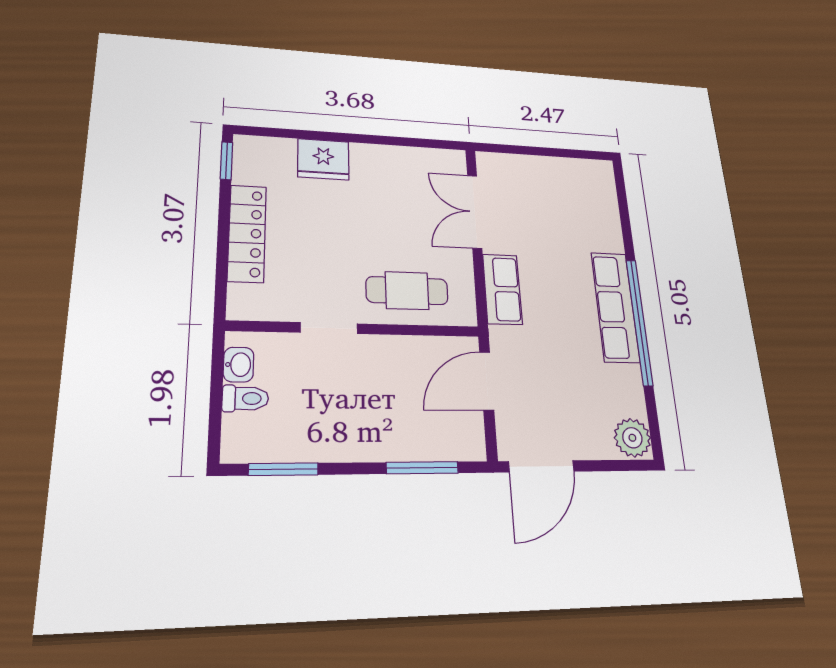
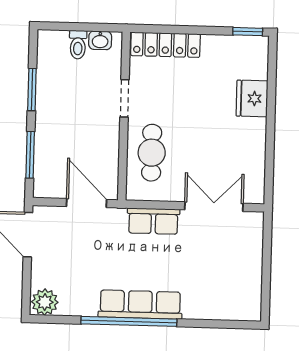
locker: (247, 233) -> (165, 45), moved
window: (283, 469) -> (32, 90), moved

